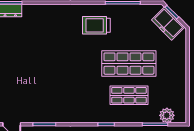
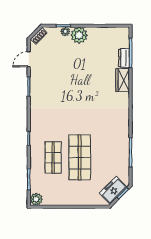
wardrobe: (37, 12) -> (123, 80), added
trolley: (96, 25) -> (112, 130), removed
plant: (167, 115) -> (36, 199), moved

